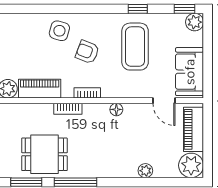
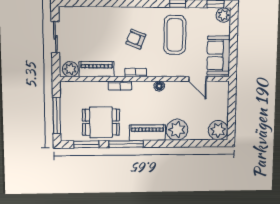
side table: (59, 31) -> (113, 21), removed
piano: (194, 129) -> (147, 133), moved, turned 90
plant: (145, 171) -> (177, 130), width x1.88, depth x1.88

